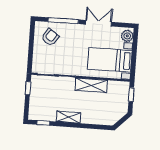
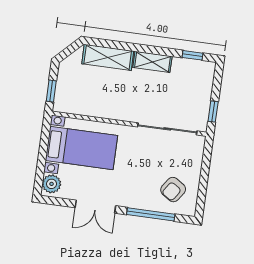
shelving: (91, 85) -> (108, 57), moved

